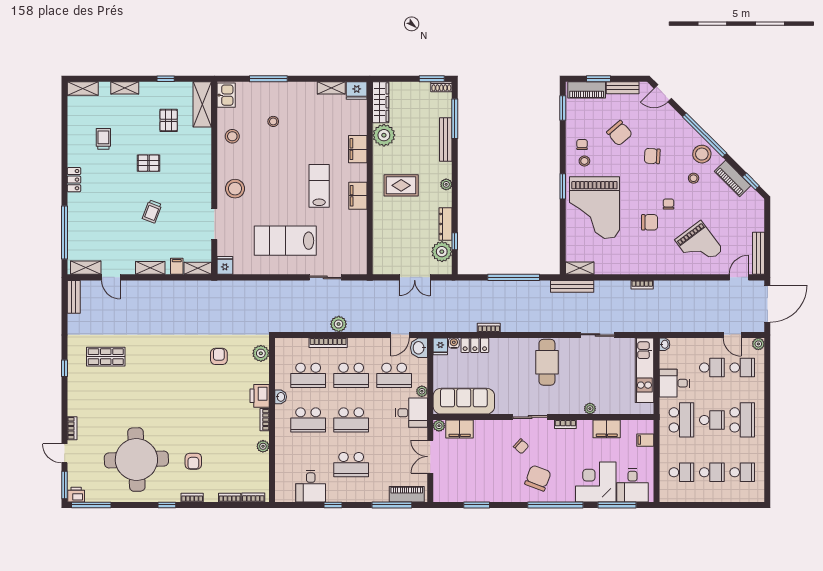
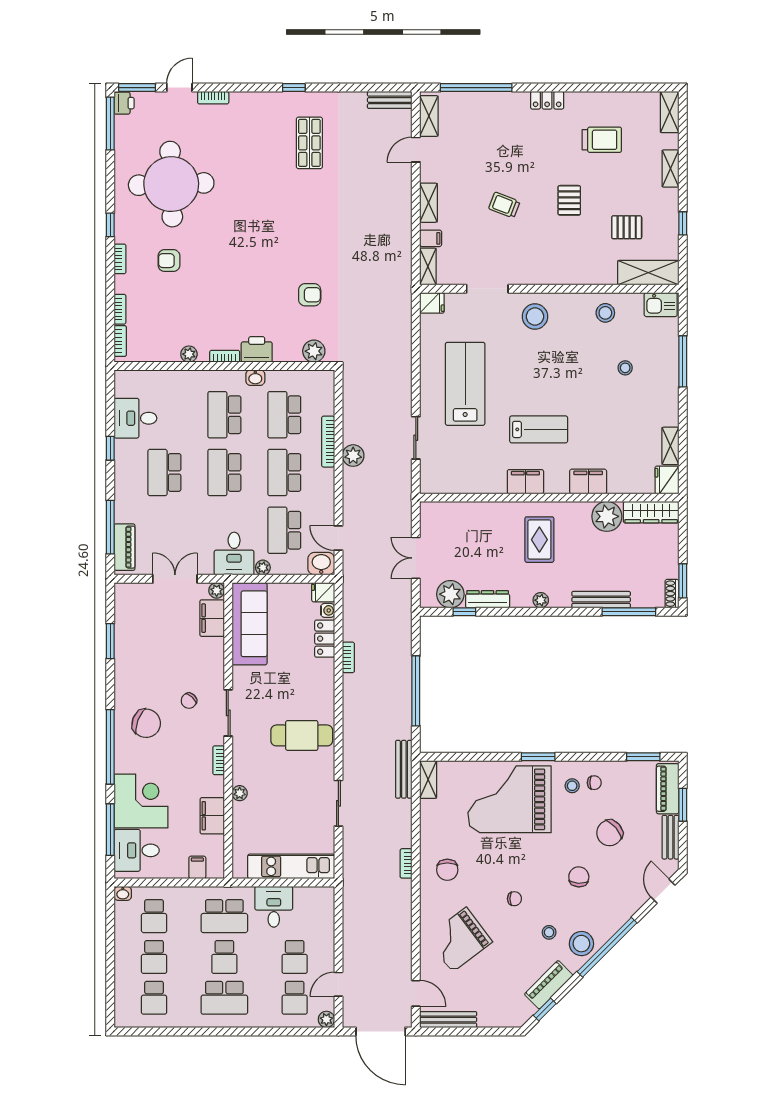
trolley: (103, 139) -> (602, 140), width x1.36, depth x1.39
chair: (650, 222) -> (447, 870), moved
washbasin: (664, 344) -> (123, 893), moved

